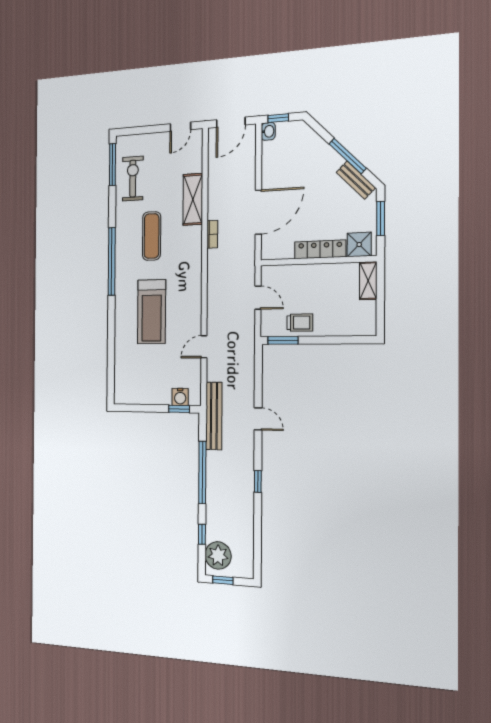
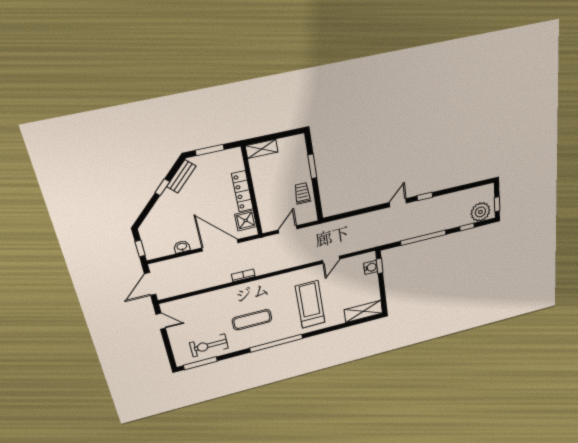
door: (231, 122) -> (150, 284), swing flipped
washbasin: (268, 131) -> (182, 247), moved
window: (348, 156) -> (162, 187), width x0.46
shelving: (193, 199) -> (363, 311), moved
shower: (359, 245) -> (246, 220), moved
treadmill: (152, 312) -> (310, 304), turned -90
window: (283, 340) -> (312, 166), moved
door: (204, 347) -> (331, 260), hinge flipped
bench: (214, 416) -> (381, 240), removed
door: (258, 419) -> (398, 203), moved

